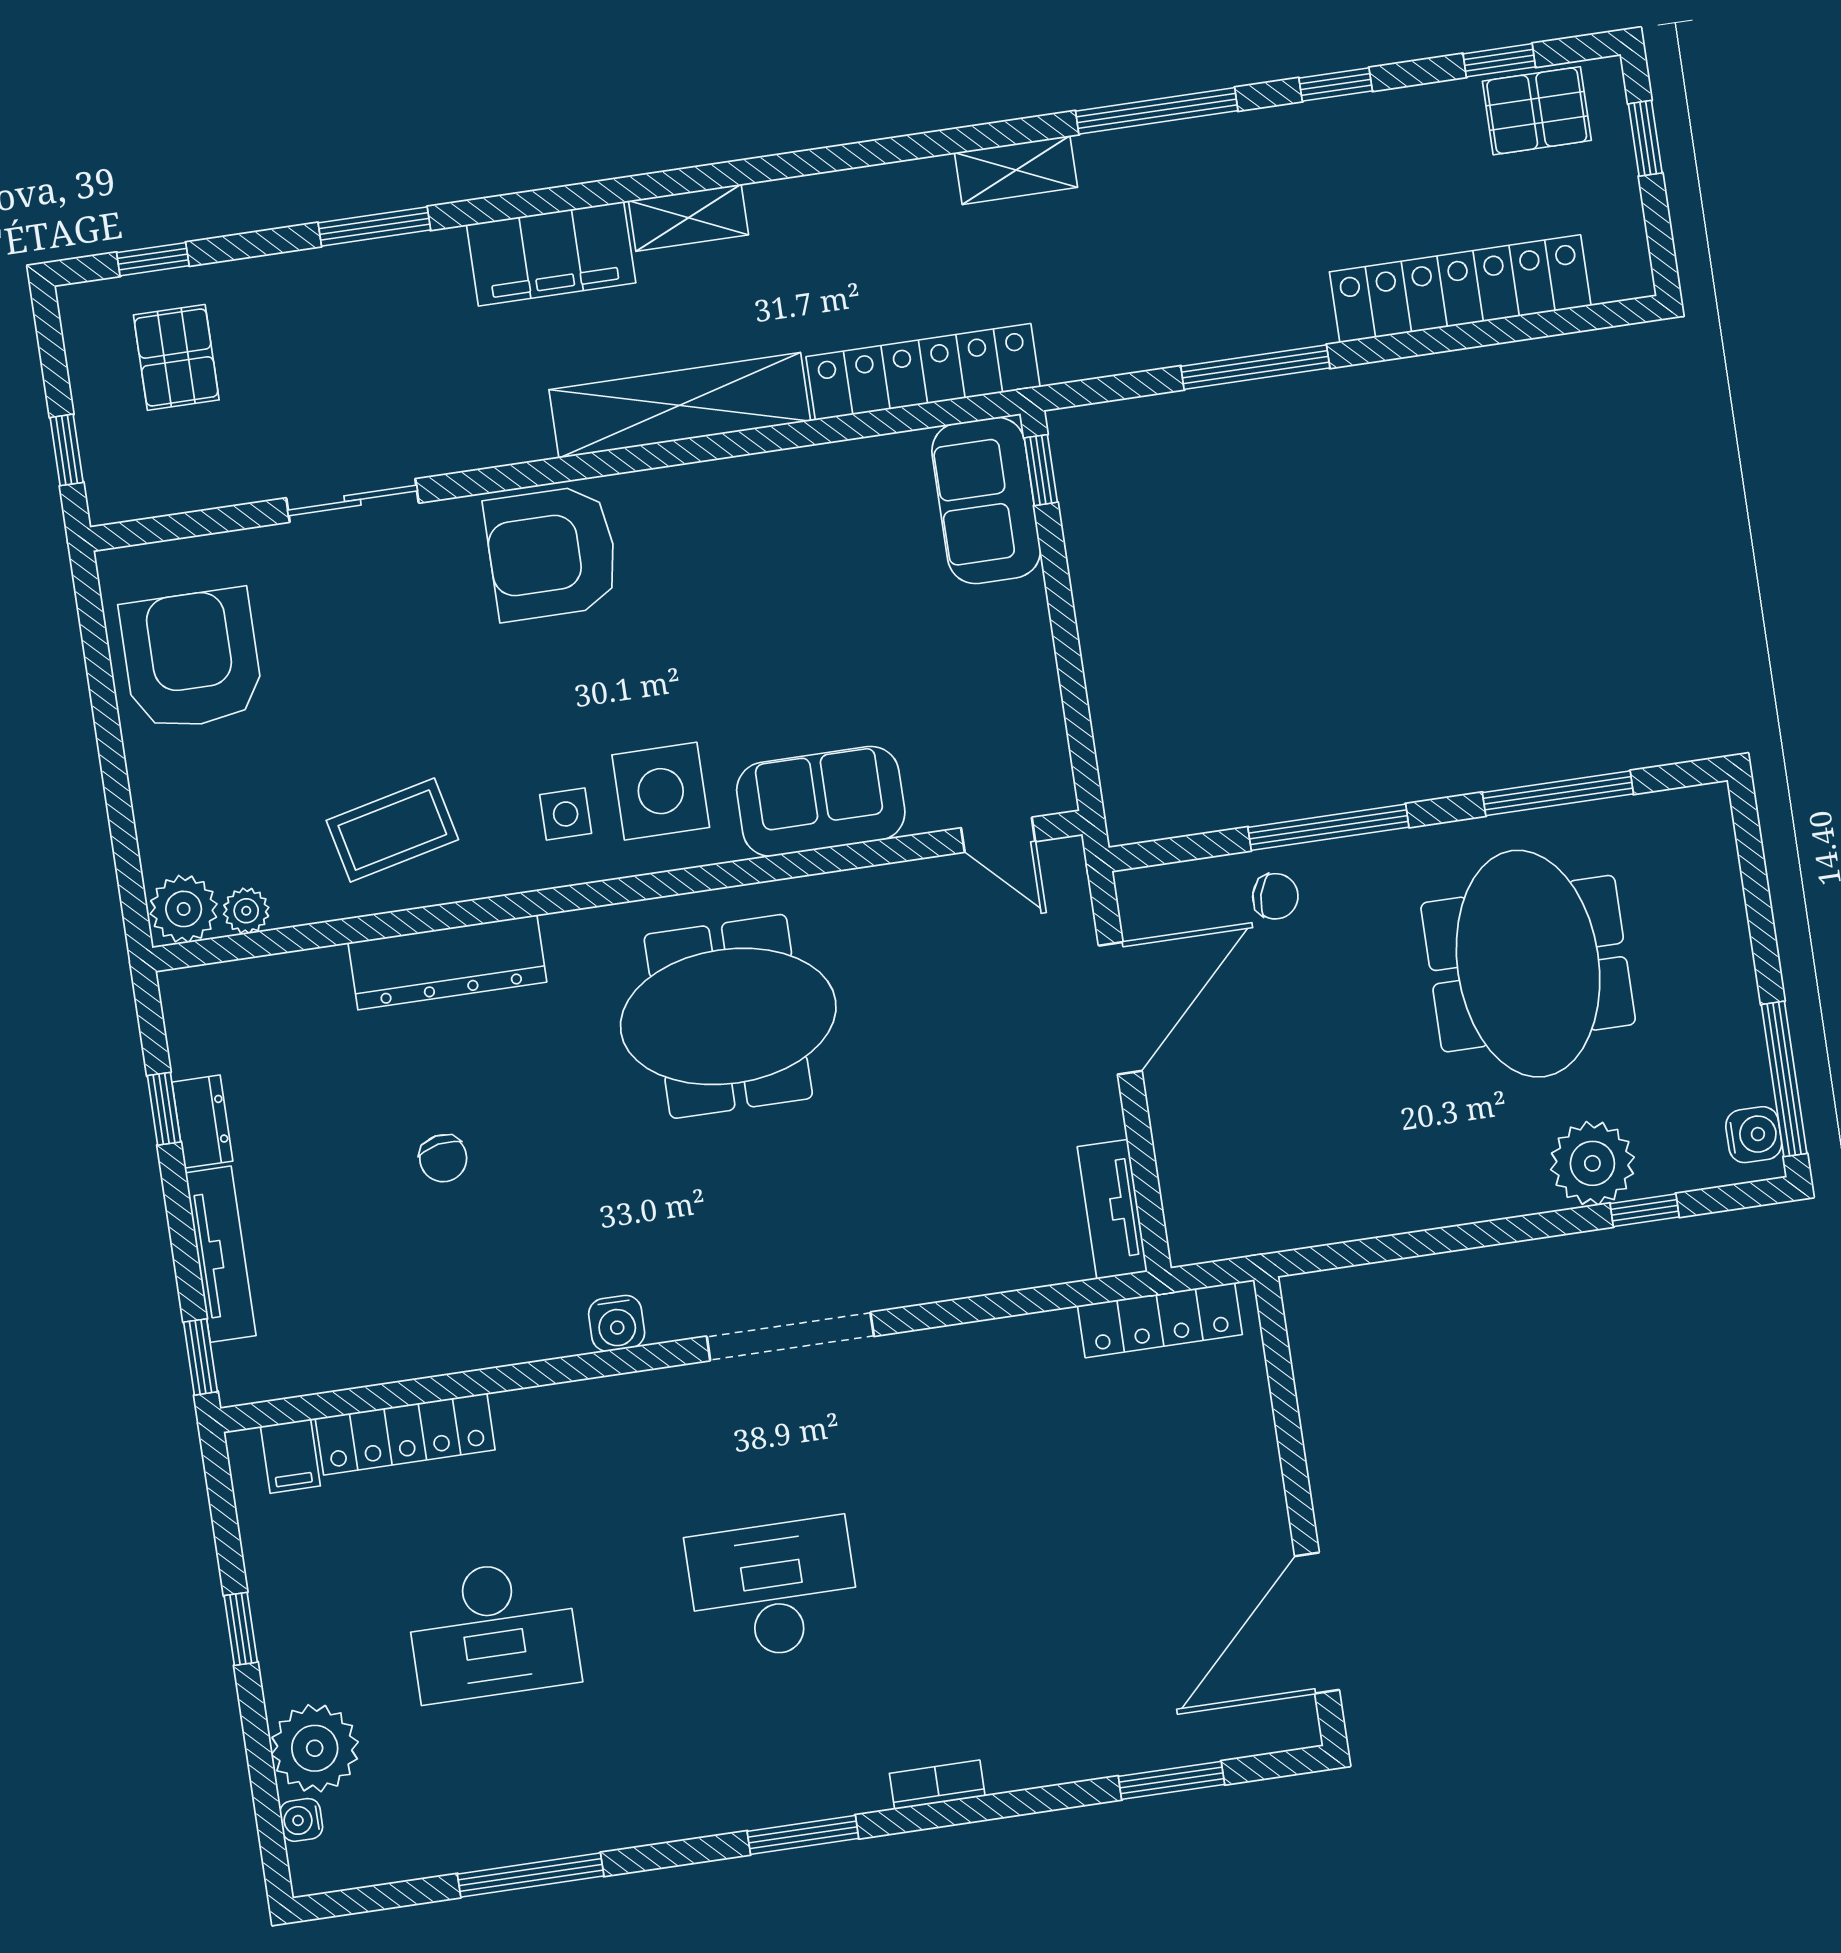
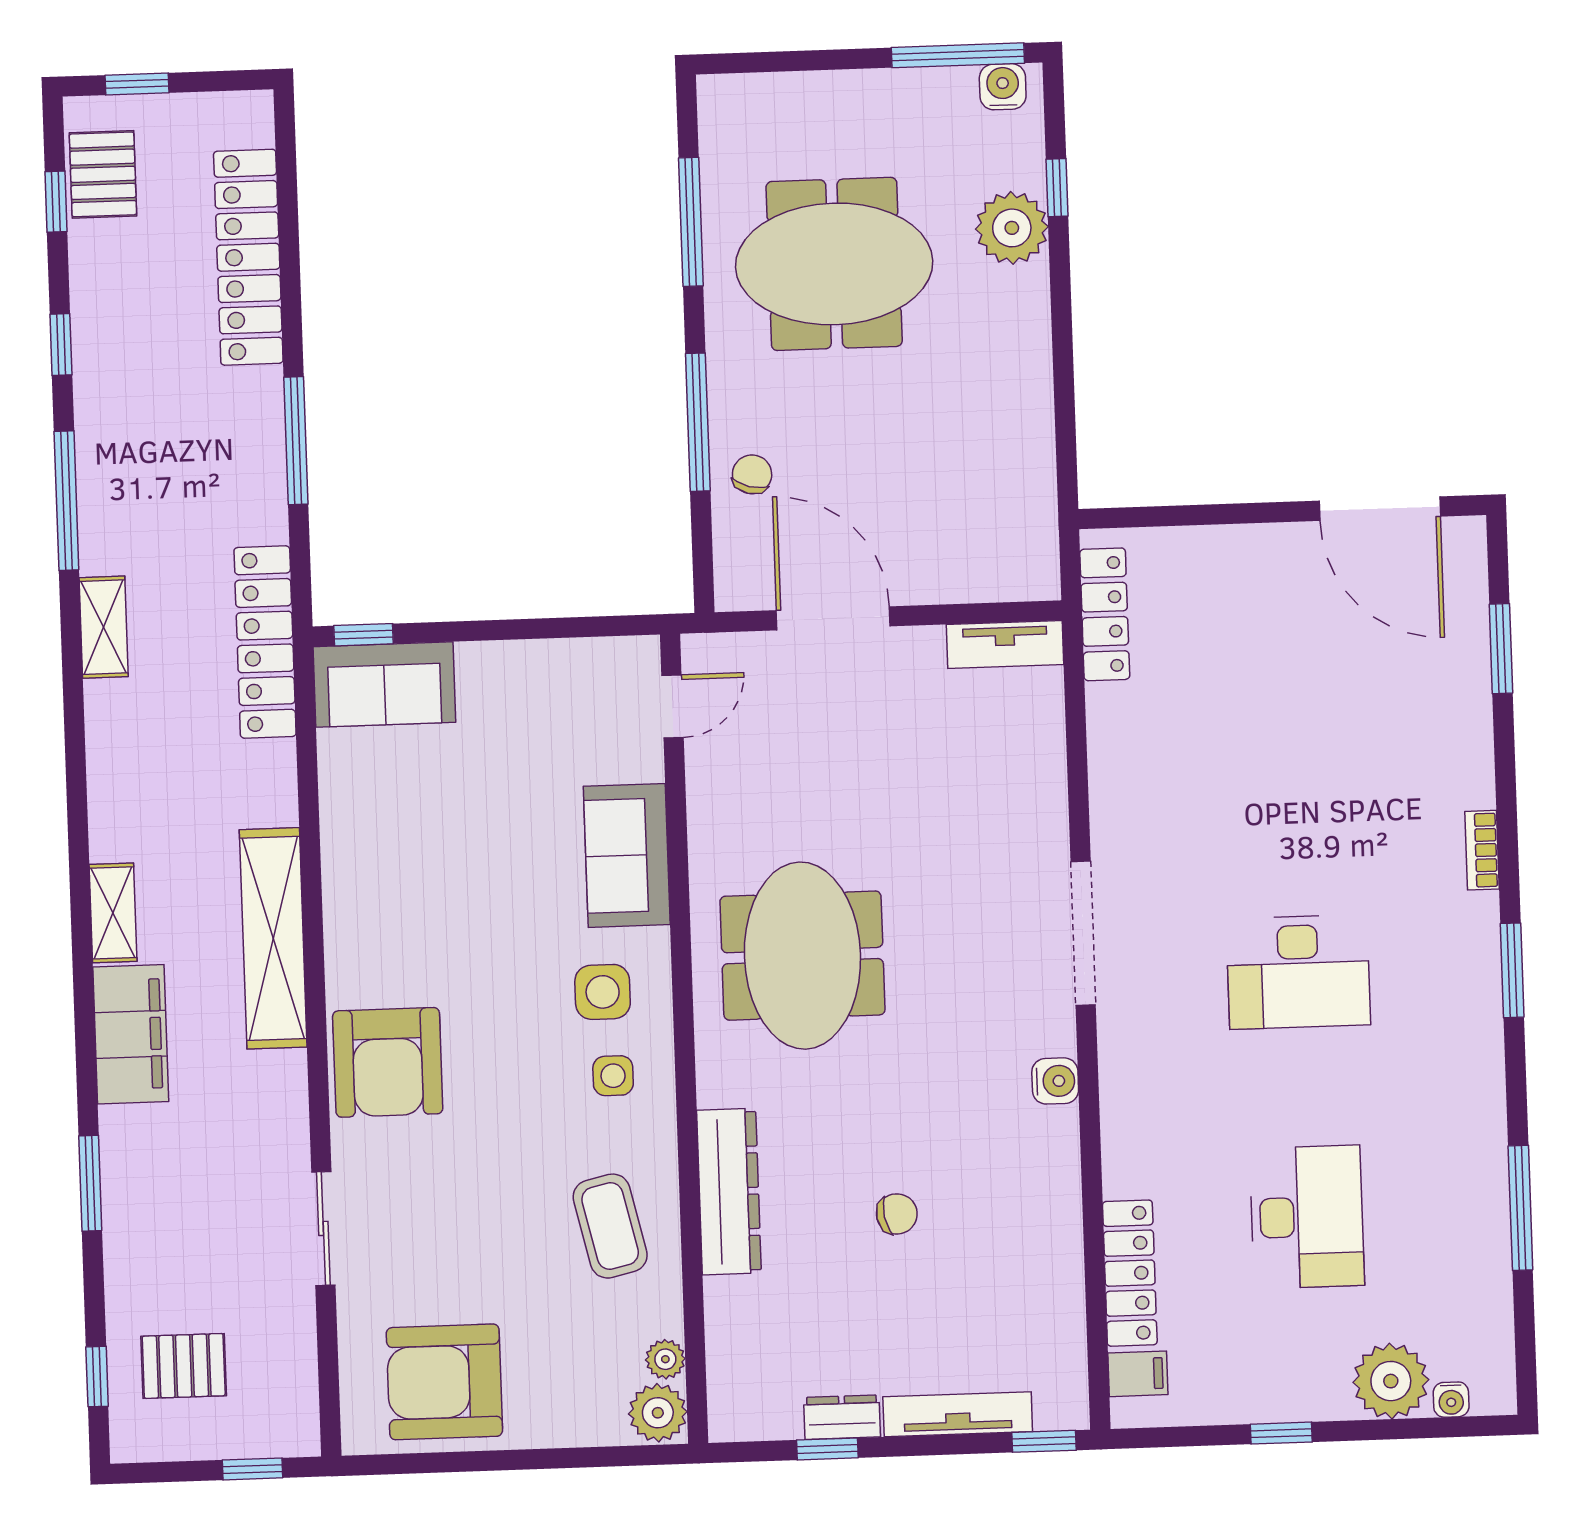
locker: (923, 372) -> (265, 642), moved
side table: (661, 791) -> (603, 992), width x0.73, depth x0.73
desk: (773, 1589) -> (1298, 972), turned -90

